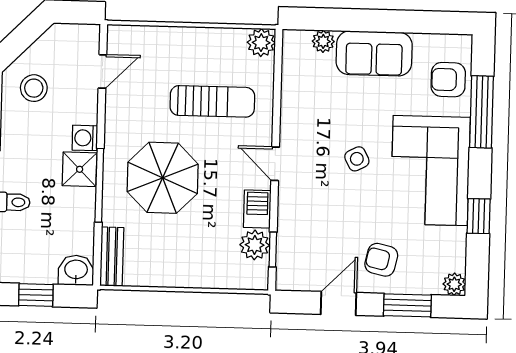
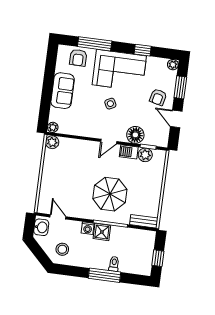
plant: (323, 41) -> (53, 127), moved
sun lounger: (212, 101) -> (77, 168), removed
floor lamp: (295, 219) -> (135, 135), added
washbasin: (76, 270) -> (41, 227), moved, turned 180

